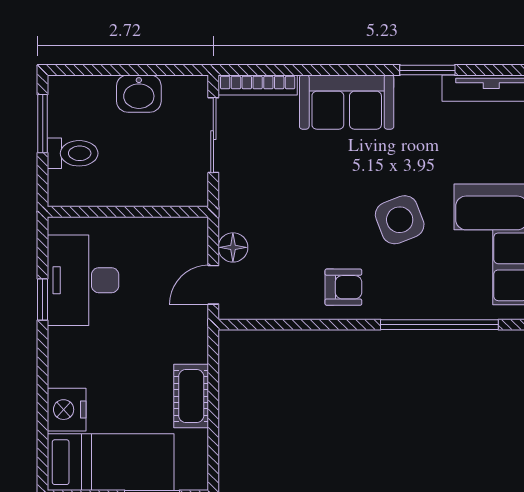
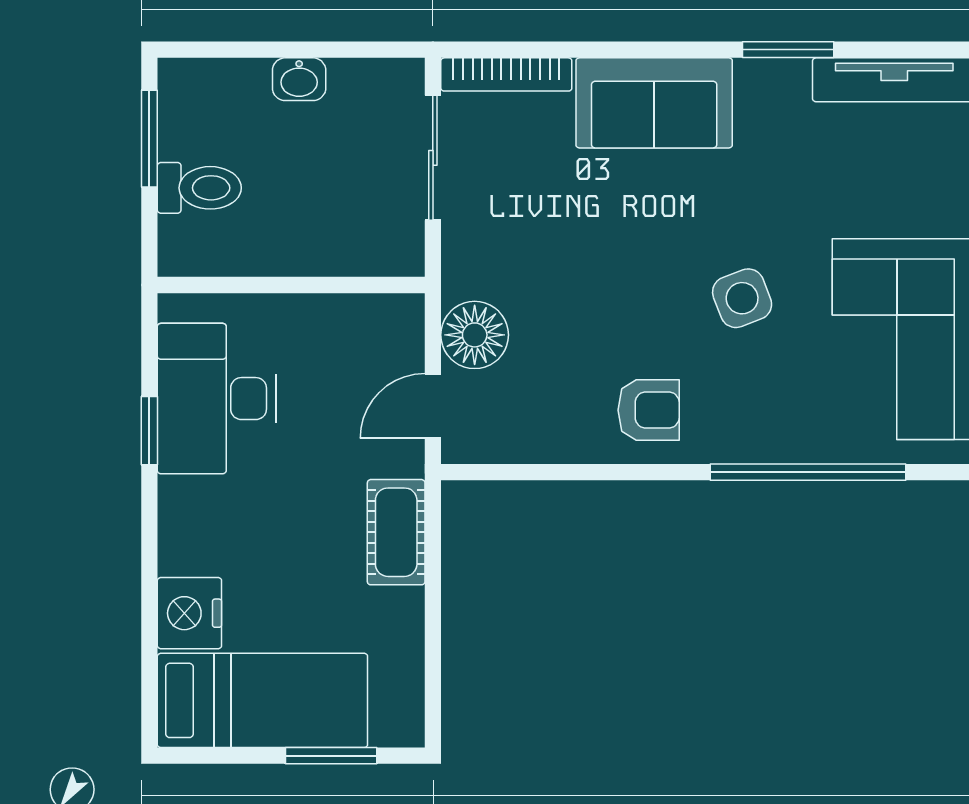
washbasin: (139, 94) -> (299, 79), width x0.72, depth x0.69
side table: (400, 220) -> (742, 298), width x0.73, depth x0.73
floor lamp: (233, 247) -> (475, 335), width x1.38, depth x1.38
cot: (191, 396) -> (396, 532), moved

